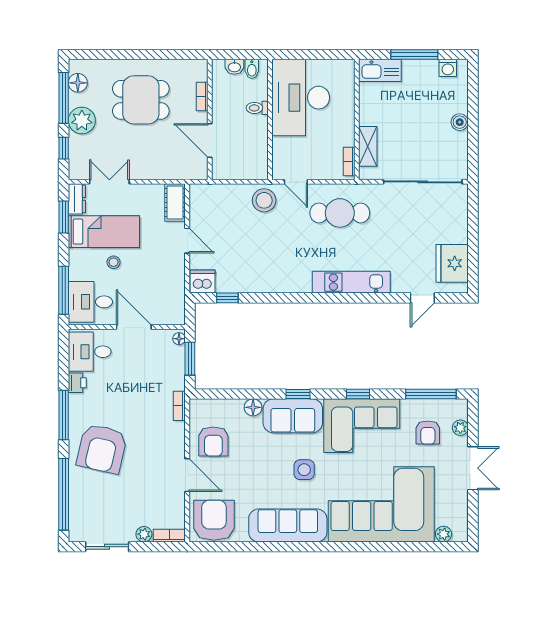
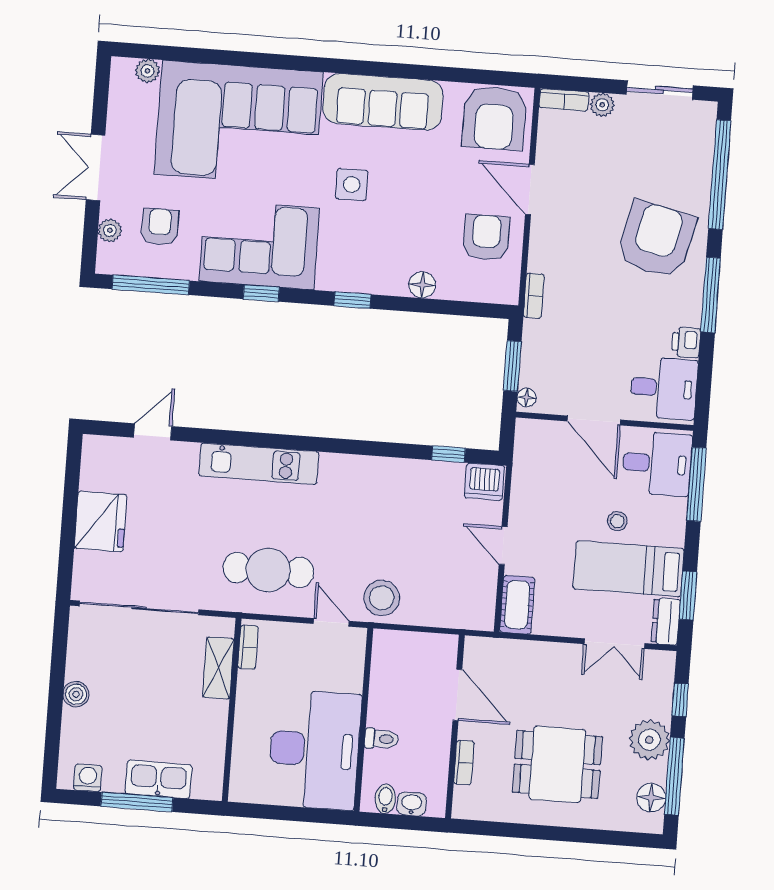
kitchen sink: (380, 70) -> (159, 779), moved
fridge: (452, 263) -> (101, 522), moved
sofa: (293, 416) -> (363, 268), removed

